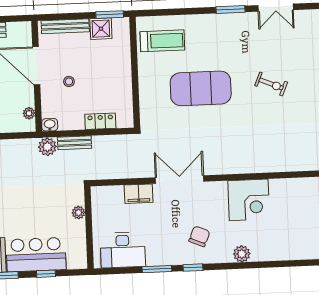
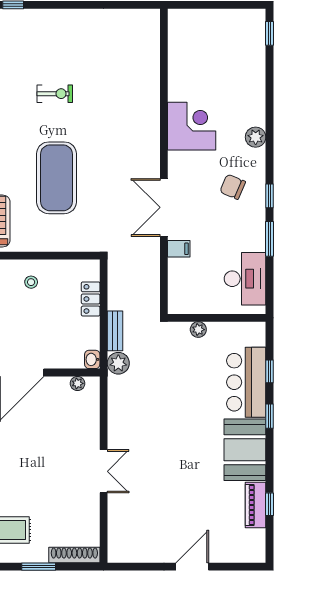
stool: (69, 81) -> (31, 282), moved
exercise bike: (271, 84) -> (55, 94), turned 67
filing cabinet: (139, 194) -> (179, 249), width x0.50

